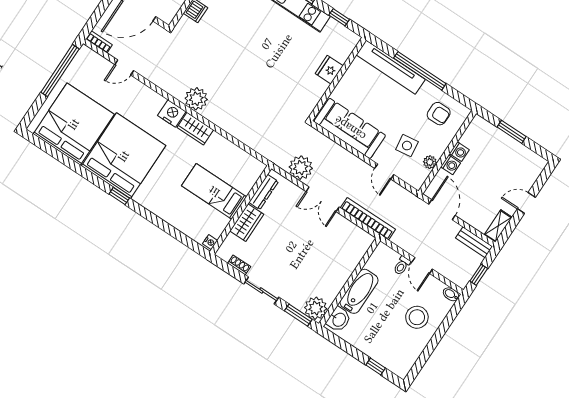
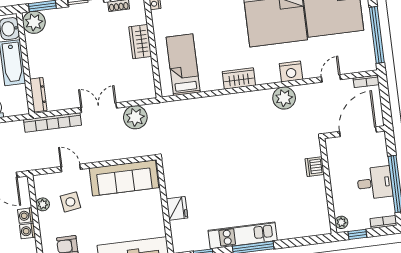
plant: (196, 99) -> (284, 98), moved
nightstand: (172, 114) -> (291, 72), moved
bed: (214, 191) -> (183, 65), moved, turned -90
dresser: (264, 192) -> (38, 95), moved, turned 180

